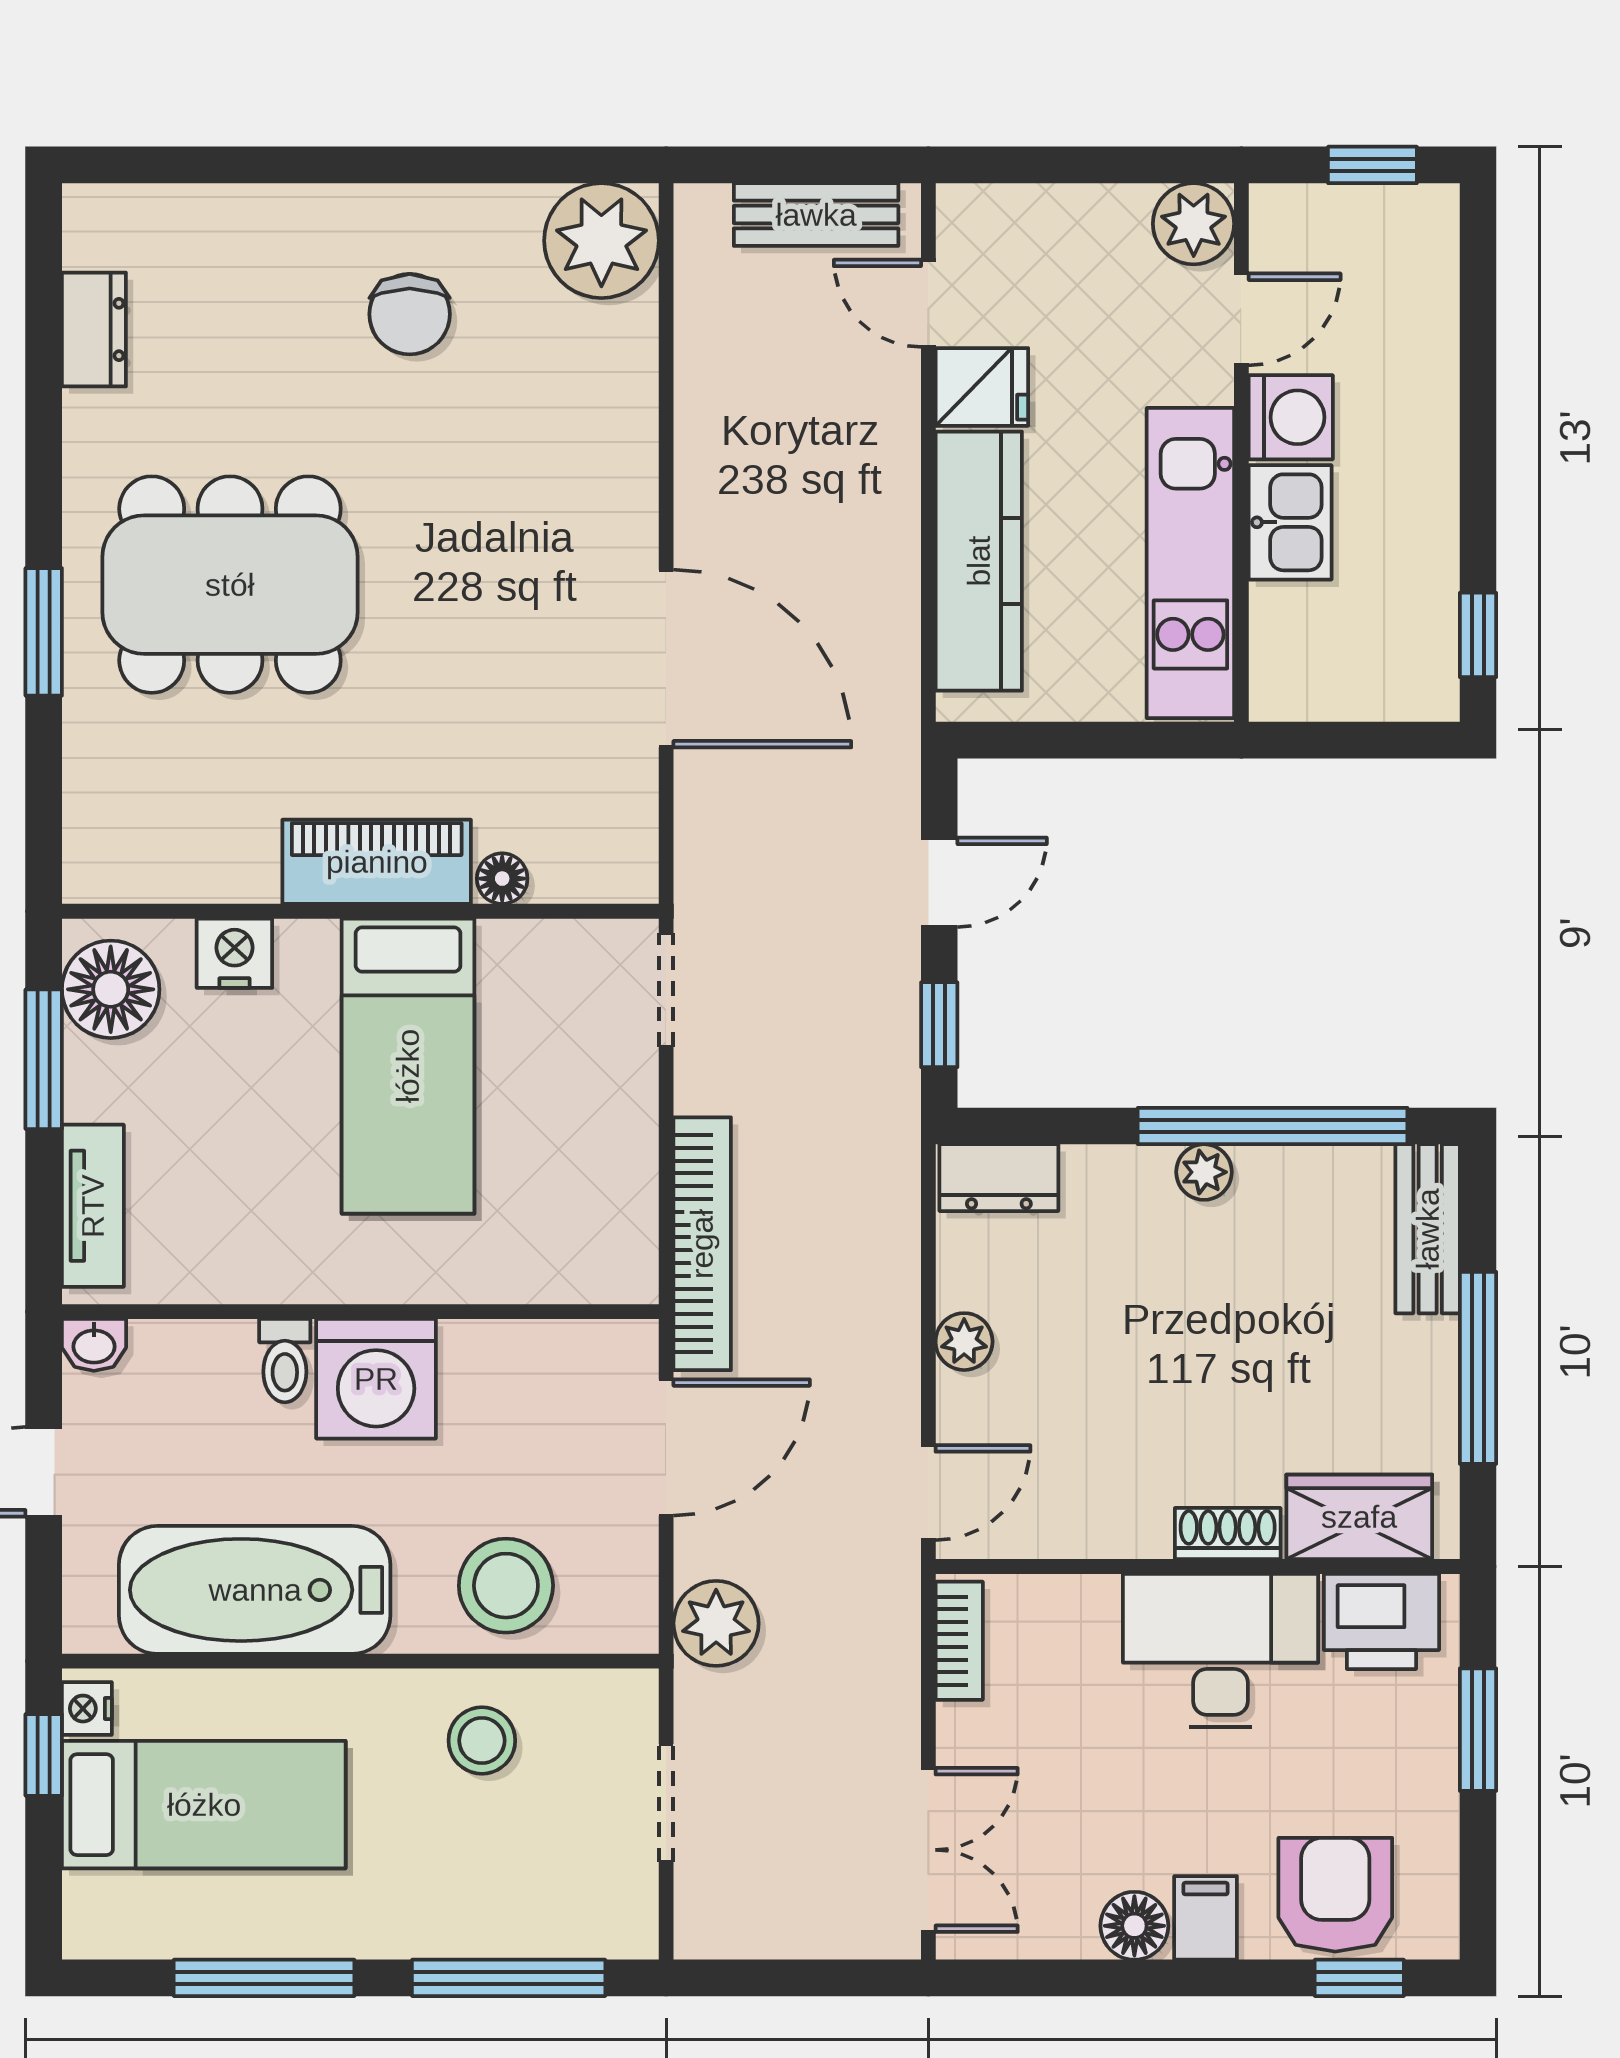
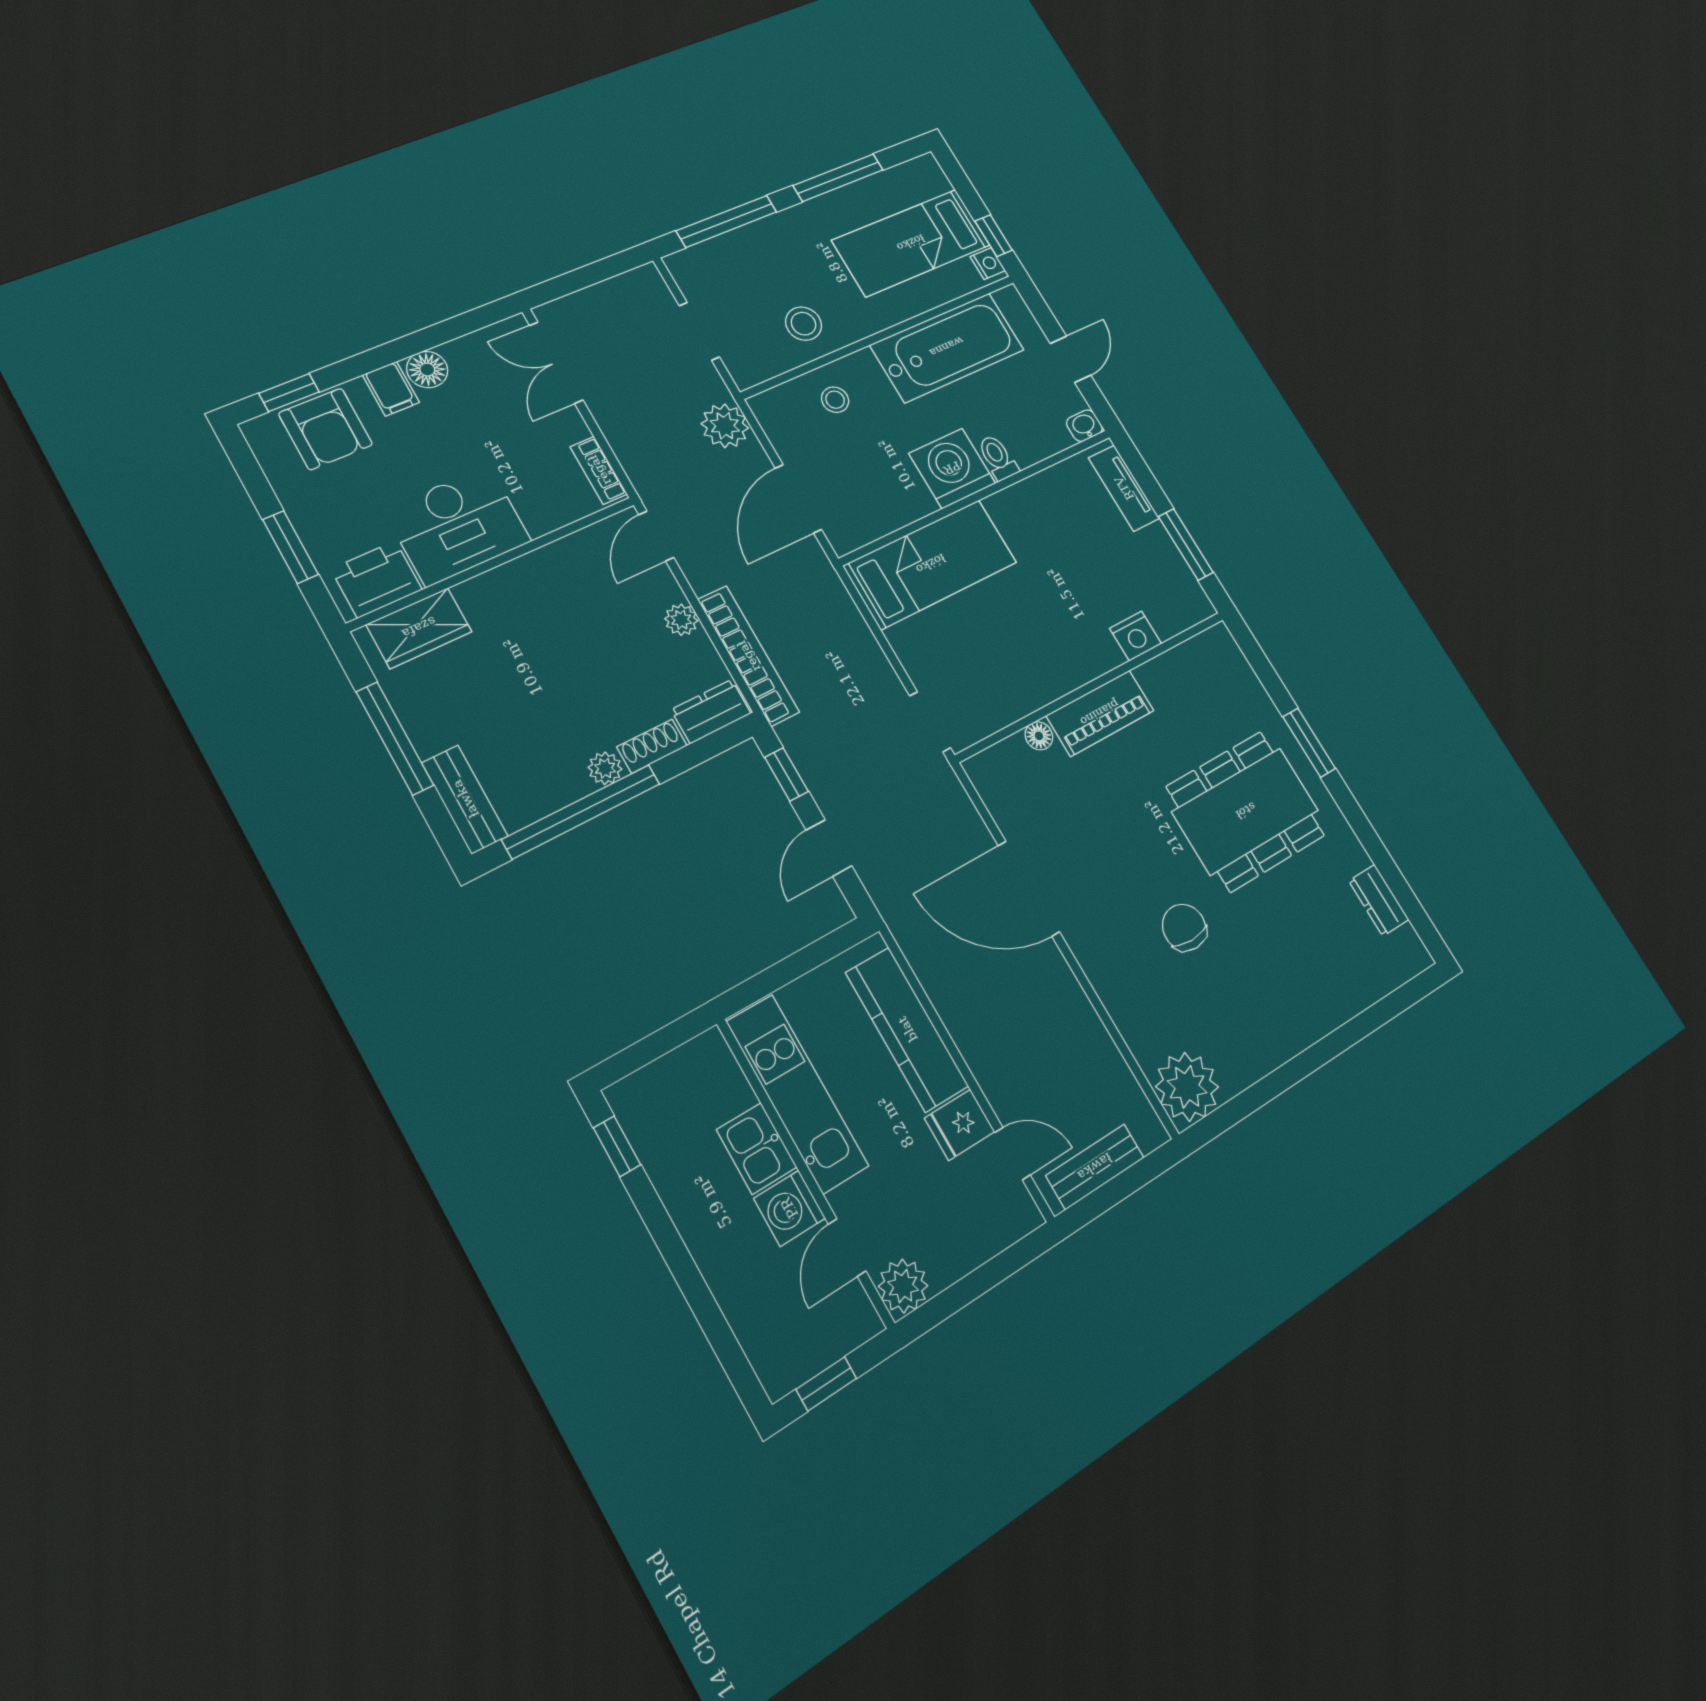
chair: (410, 314) -> (1184, 927), moved
floor lamp: (111, 989) -> (1178, 591), removed
bed: (408, 1066) -> (931, 564), moved, turned 90
bookcase: (702, 1244) -> (748, 656), moved, turned 180
shoe rack: (1228, 1534) -> (652, 746), moved, turned 180
stool: (506, 1586) -> (835, 400), width x0.53, depth x0.53

